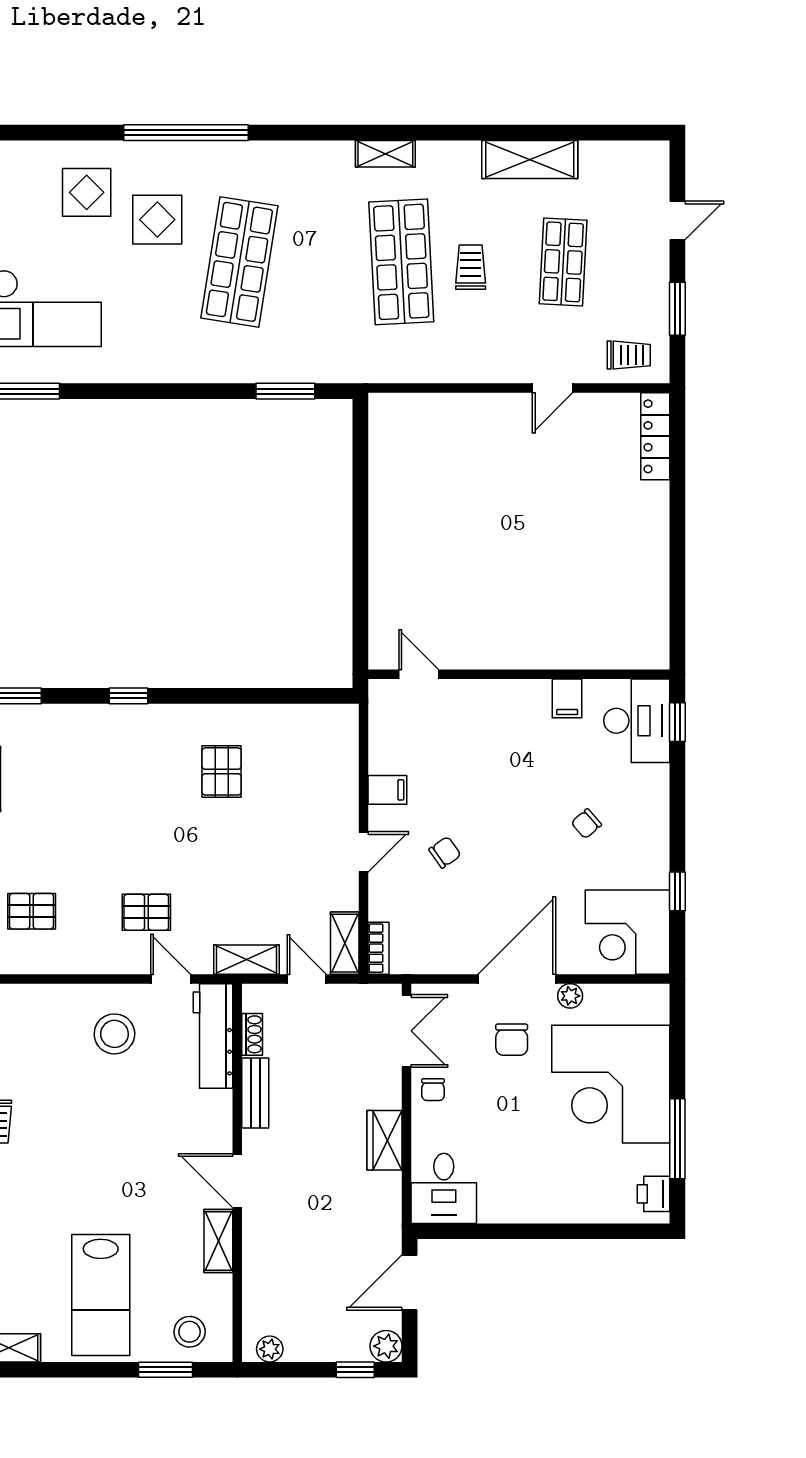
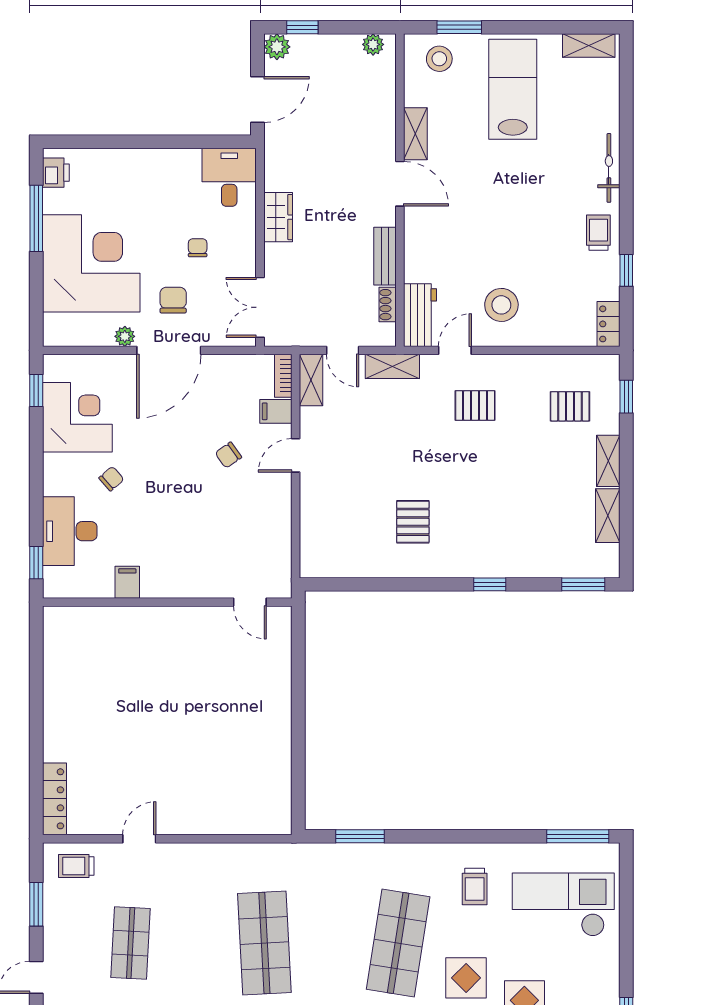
trolley: (471, 267) -> (475, 886), moved
desk: (637, 721) -> (70, 531), moved
filing cabinet: (387, 790) -> (276, 411), moved
window: (677, 891) -> (36, 391), moved
corner desk: (627, 932) -> (77, 417), moved
door: (171, 979) -> (455, 350), swing flipped
workbench: (213, 1036) -> (420, 315), width x0.73
chair: (433, 1090) -> (198, 248), moved

